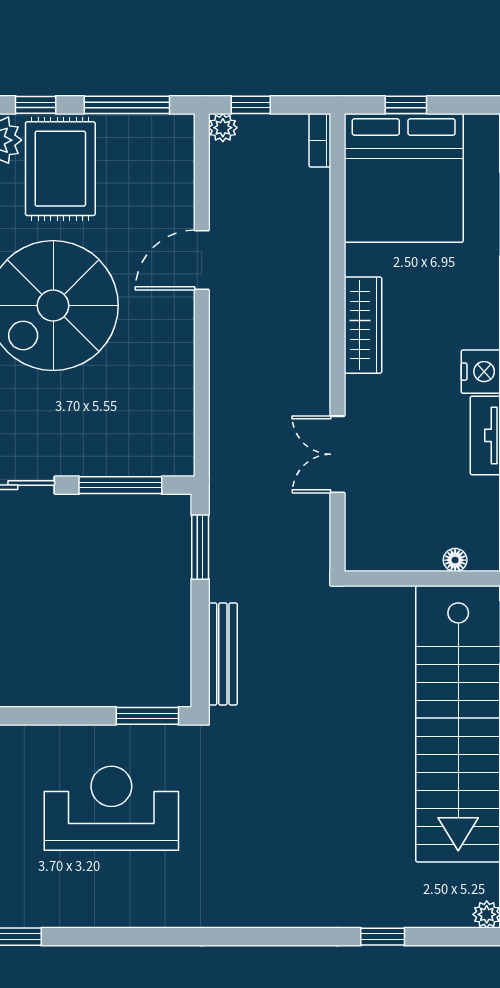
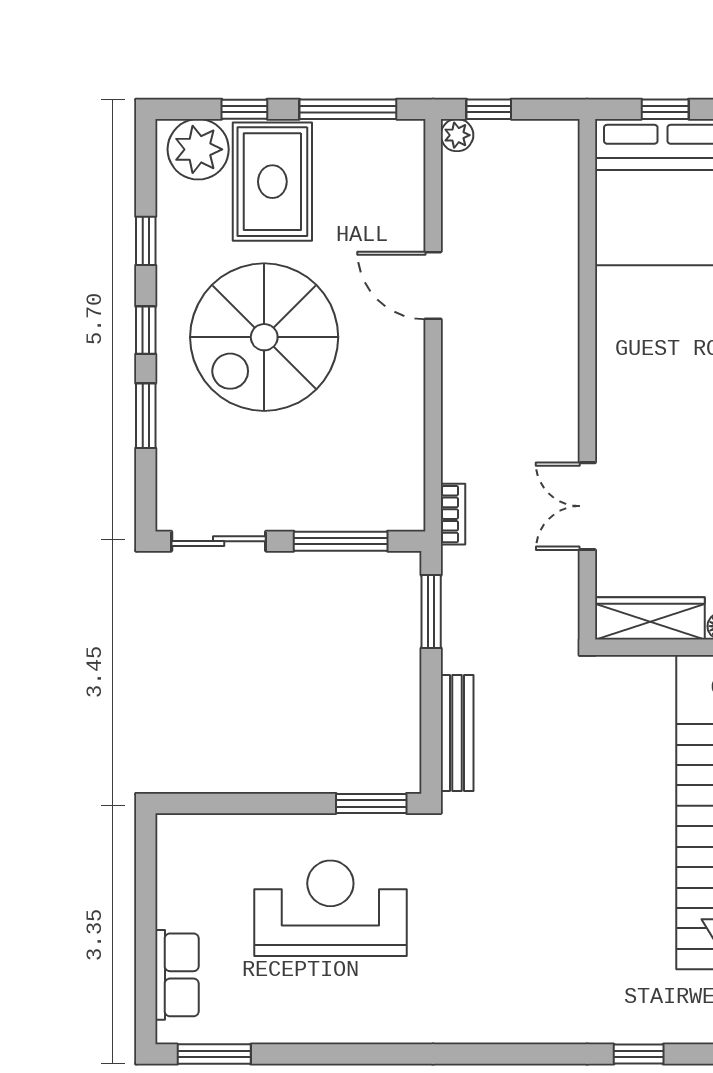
bookcase: (320, 140) -> (453, 514), moved, turned 180
door: (202, 260) -> (433, 285), hinge flipped
wardrobe: (363, 325) -> (650, 618), moved, turned -90

